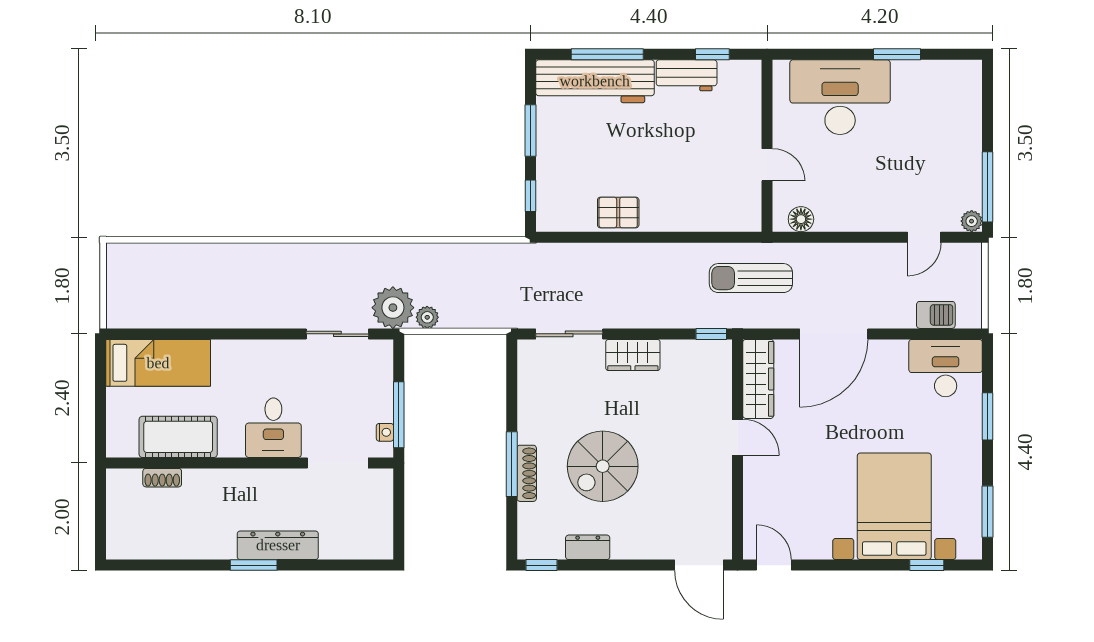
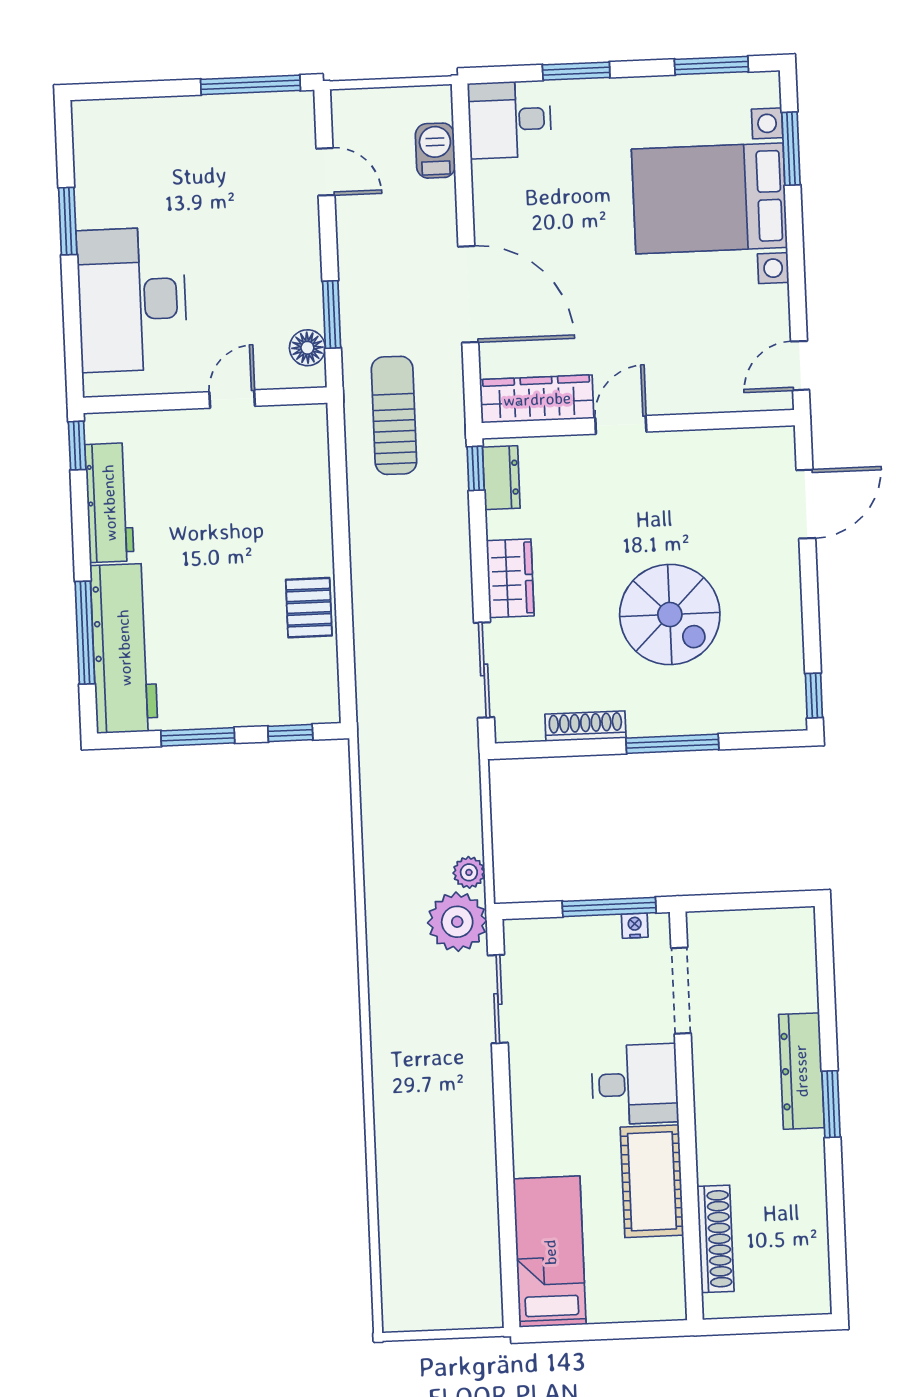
window: (712, 54) -> (77, 446), moved
workbench: (687, 75) -> (109, 503), width x1.38
plant: (972, 221) -> (300, 106), removed
window: (824, 237) -> (332, 314), added
sun lounger: (751, 278) -> (394, 415), turned 180
desk: (946, 368) -> (510, 120), width x0.73
cot: (178, 437) -> (652, 1181), moved
shoe rack: (527, 473) -> (585, 726), moved
shoe rack: (162, 478) -> (715, 1239), width x1.94, depth x1.24
dresser: (588, 547) -> (501, 478), moved, turned 180
door: (699, 565) -> (806, 504), moved
window: (927, 565) -> (791, 149), width x1.50

